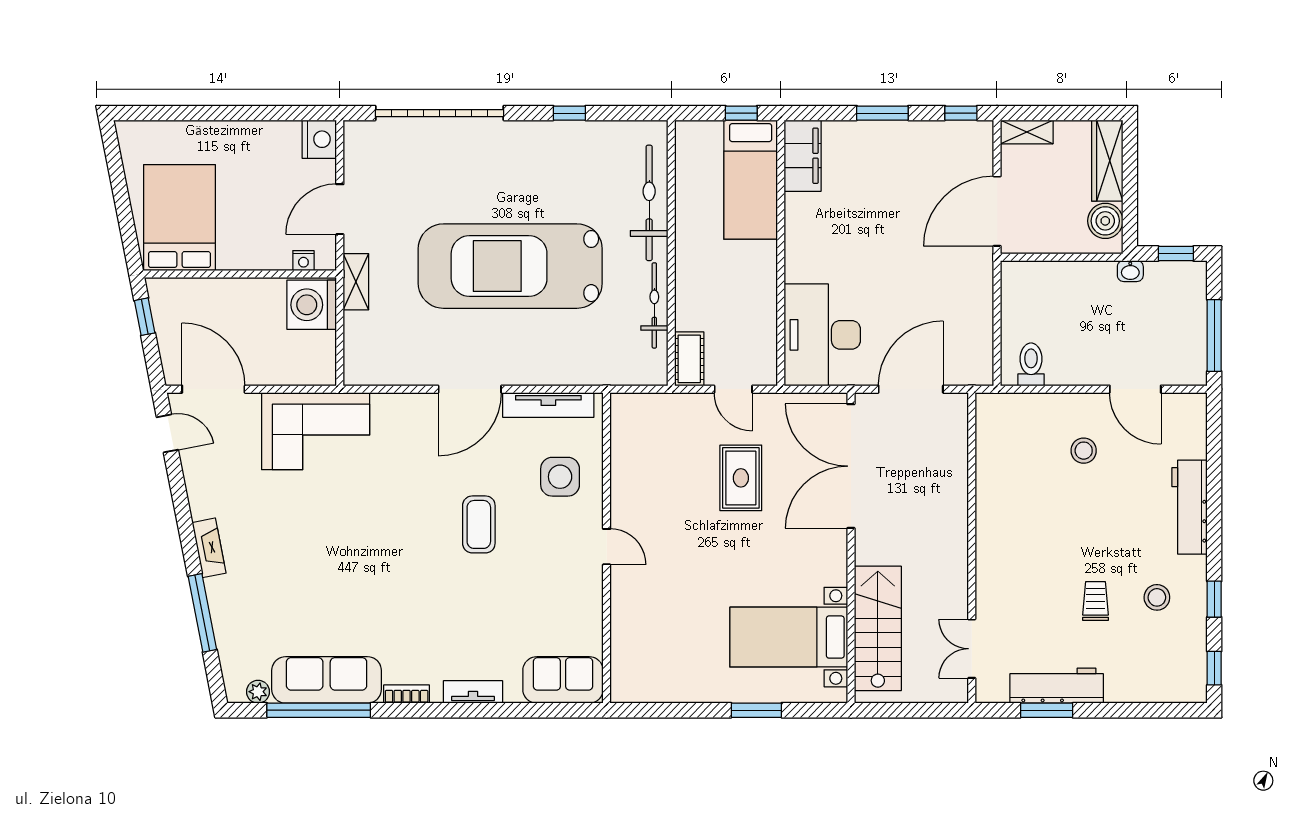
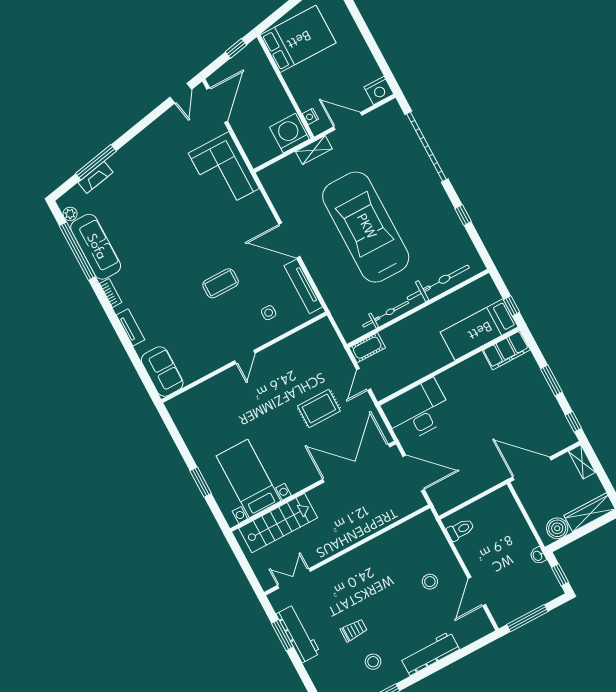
side table: (560, 477) -> (269, 313), width x0.54, depth x0.54
fireplace: (209, 548) -> (95, 177), moved

